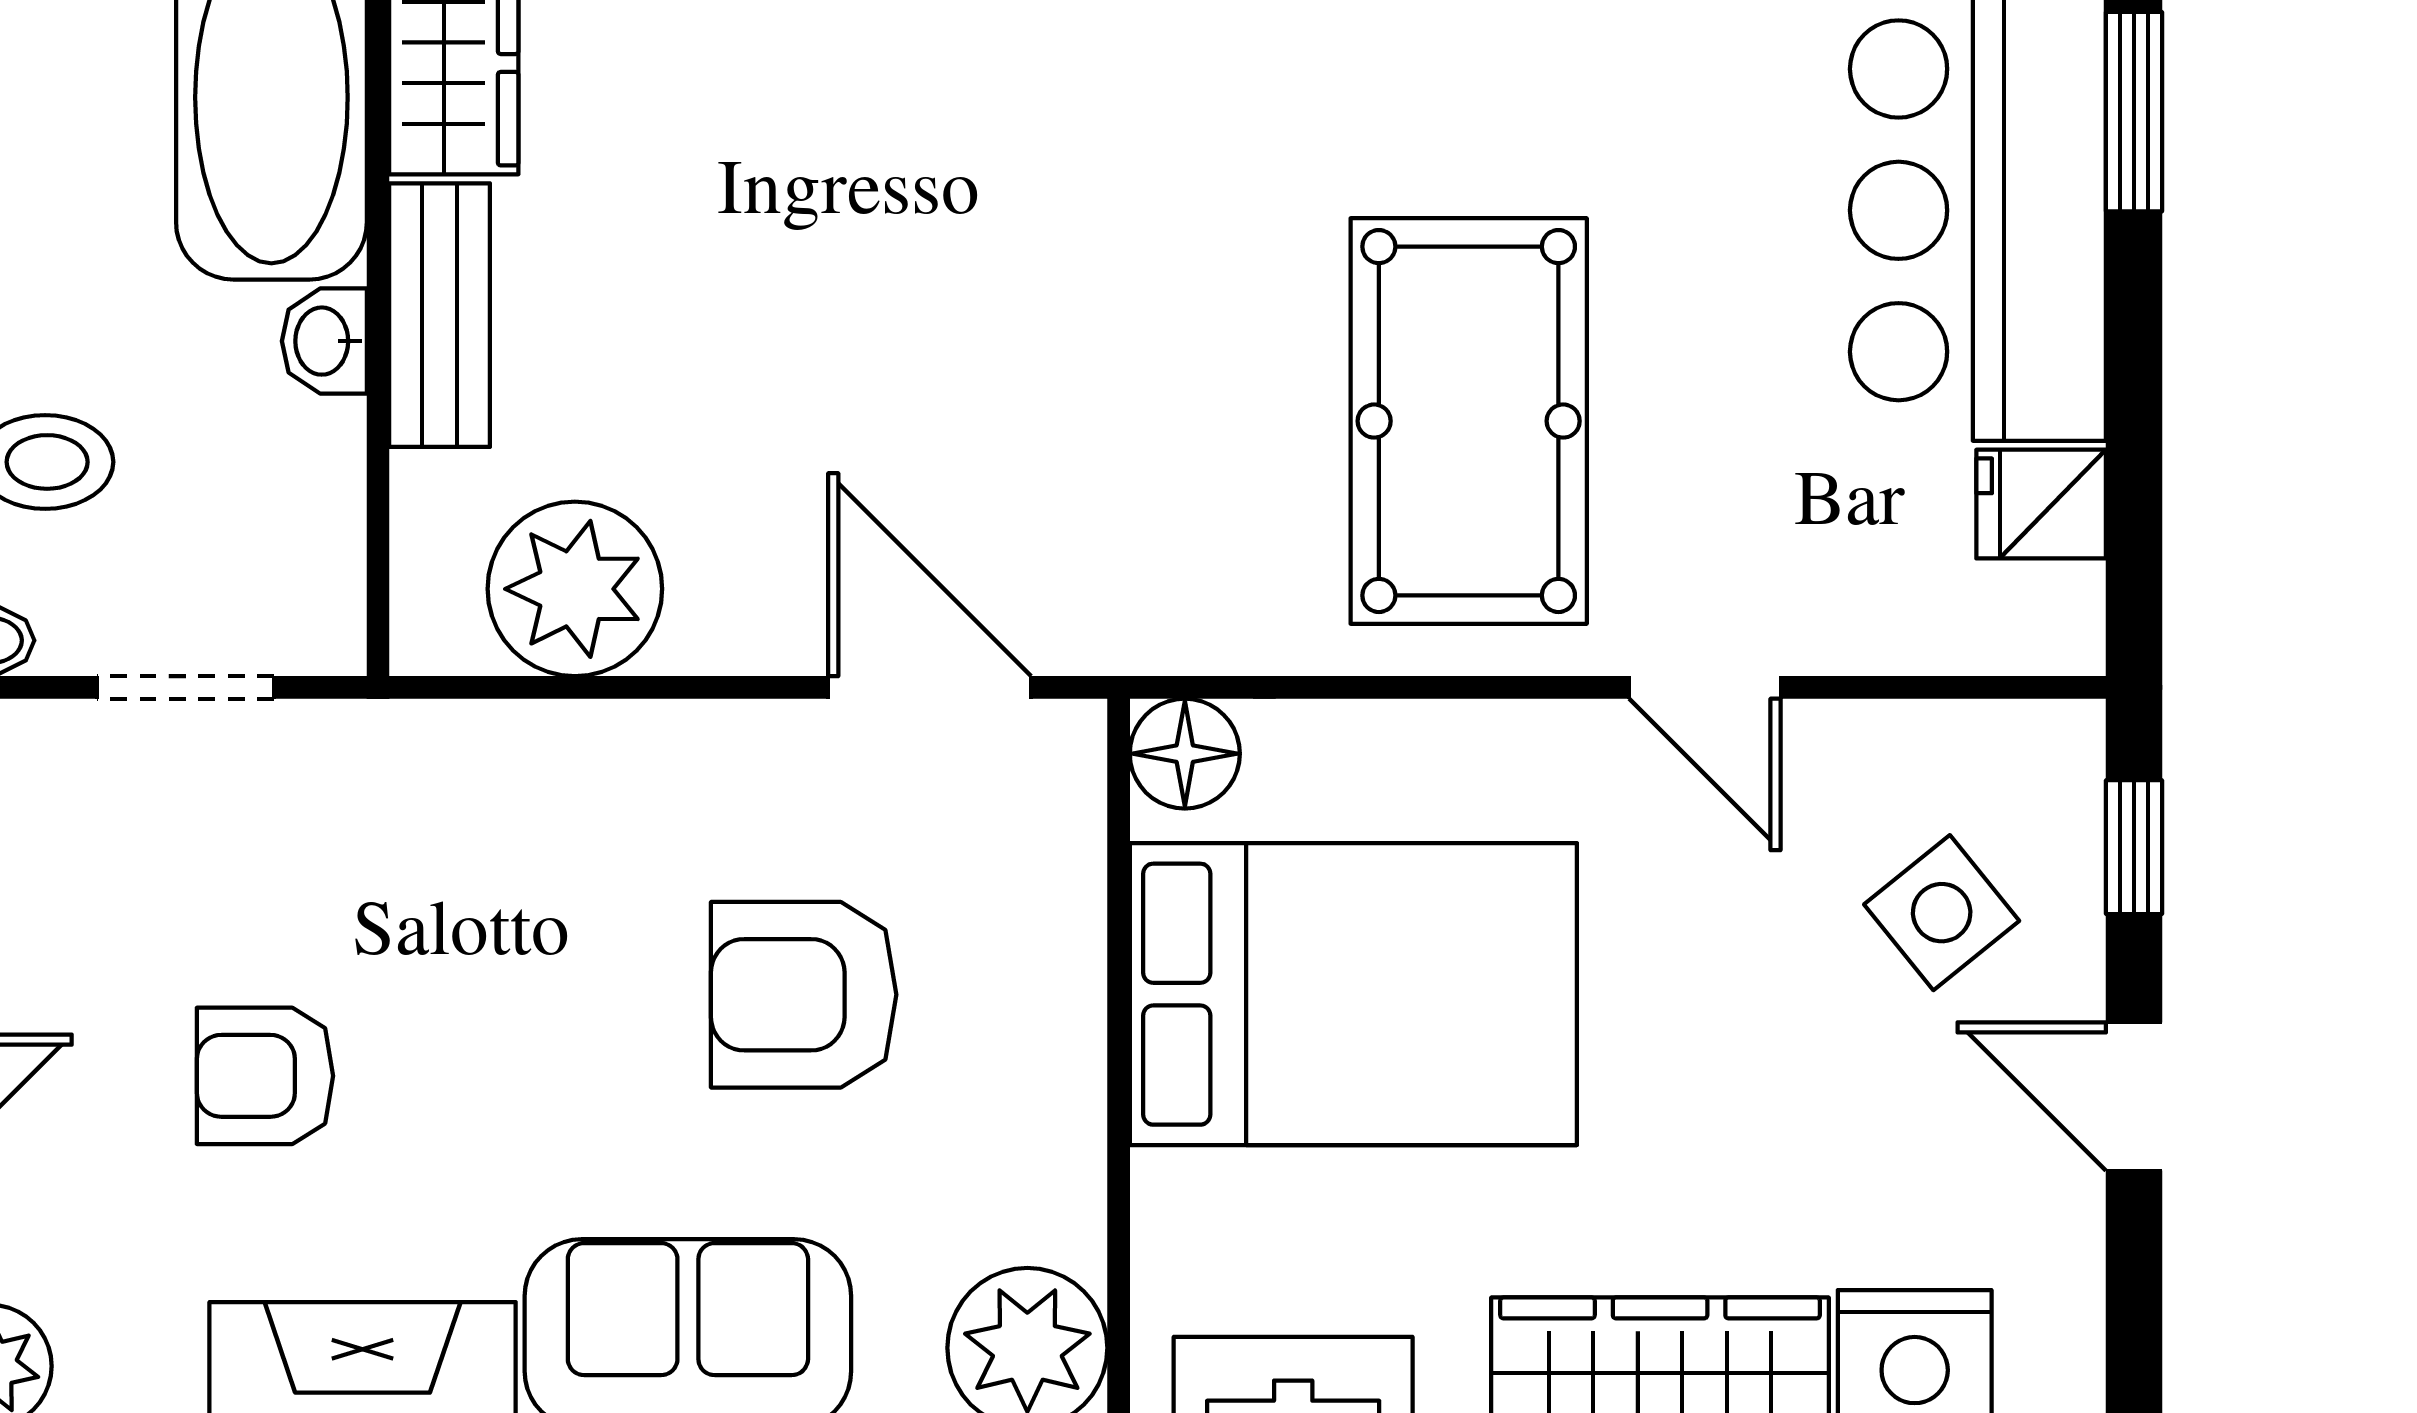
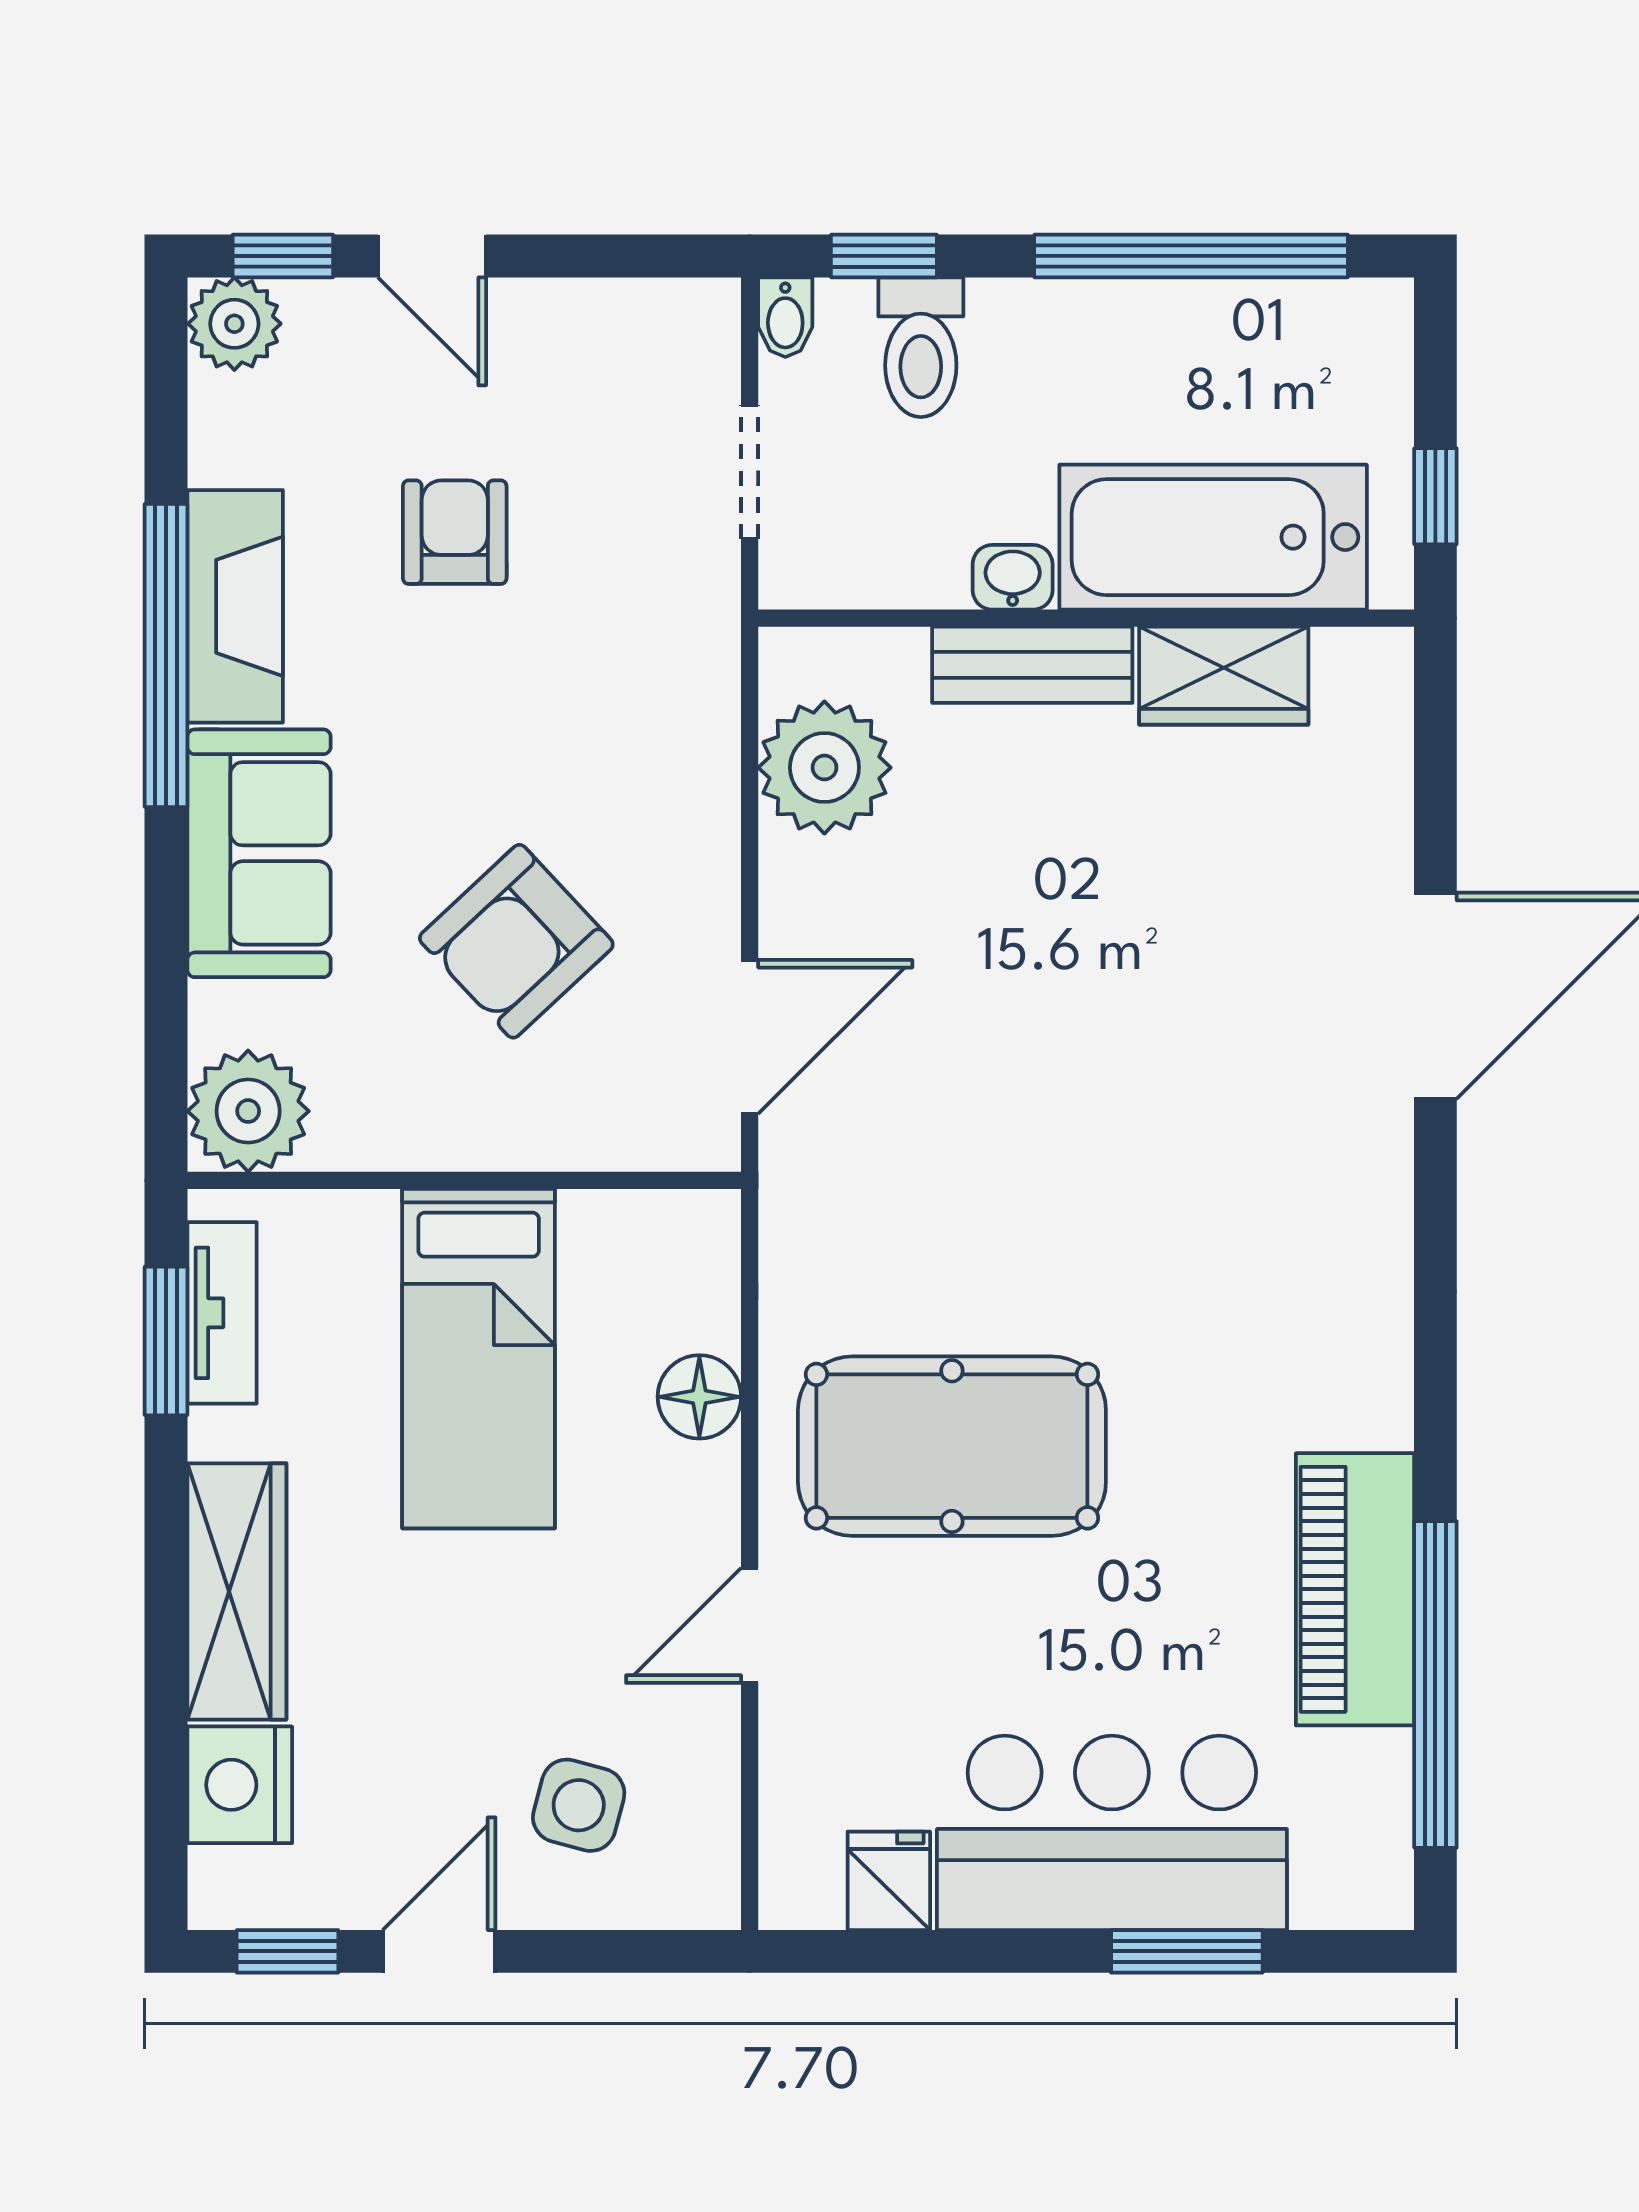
floor lamp: (1185, 754) -> (699, 1397), moved
window: (2134, 847) -> (287, 1951), moved
side table: (1942, 913) -> (579, 1805), turned -36
bed: (1353, 994) -> (479, 1359), width x0.67
armchair: (804, 995) -> (516, 941), turned -133

